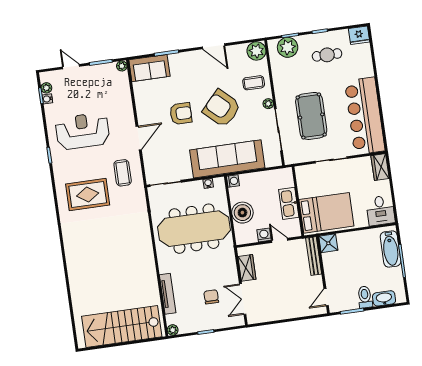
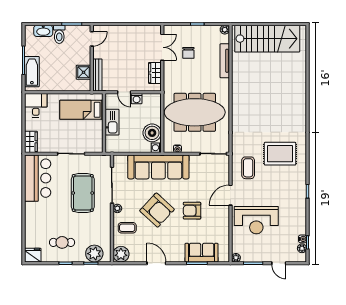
sofa: (149, 68) -> (202, 253), moved
bar counter: (365, 116) -> (38, 178), width x0.73
reception desk: (83, 131) -> (256, 220), moved
boiler: (242, 213) -> (152, 133), moved
bed: (326, 213) -> (81, 110), width x0.67
shower: (328, 243) -> (84, 72), moved

